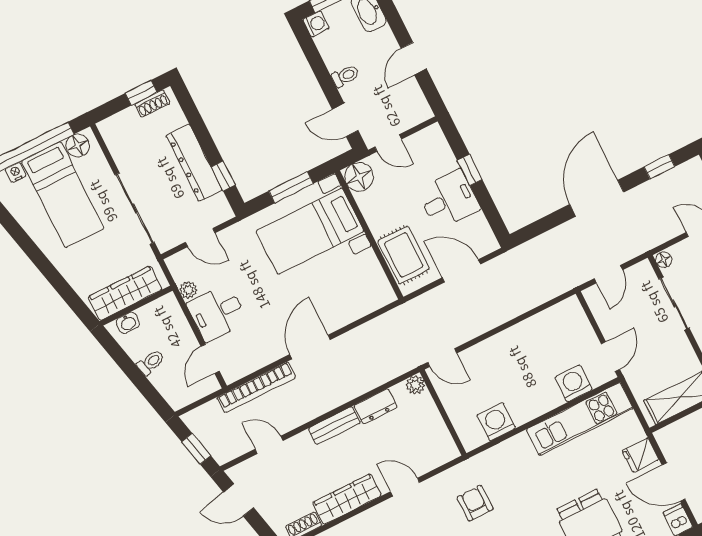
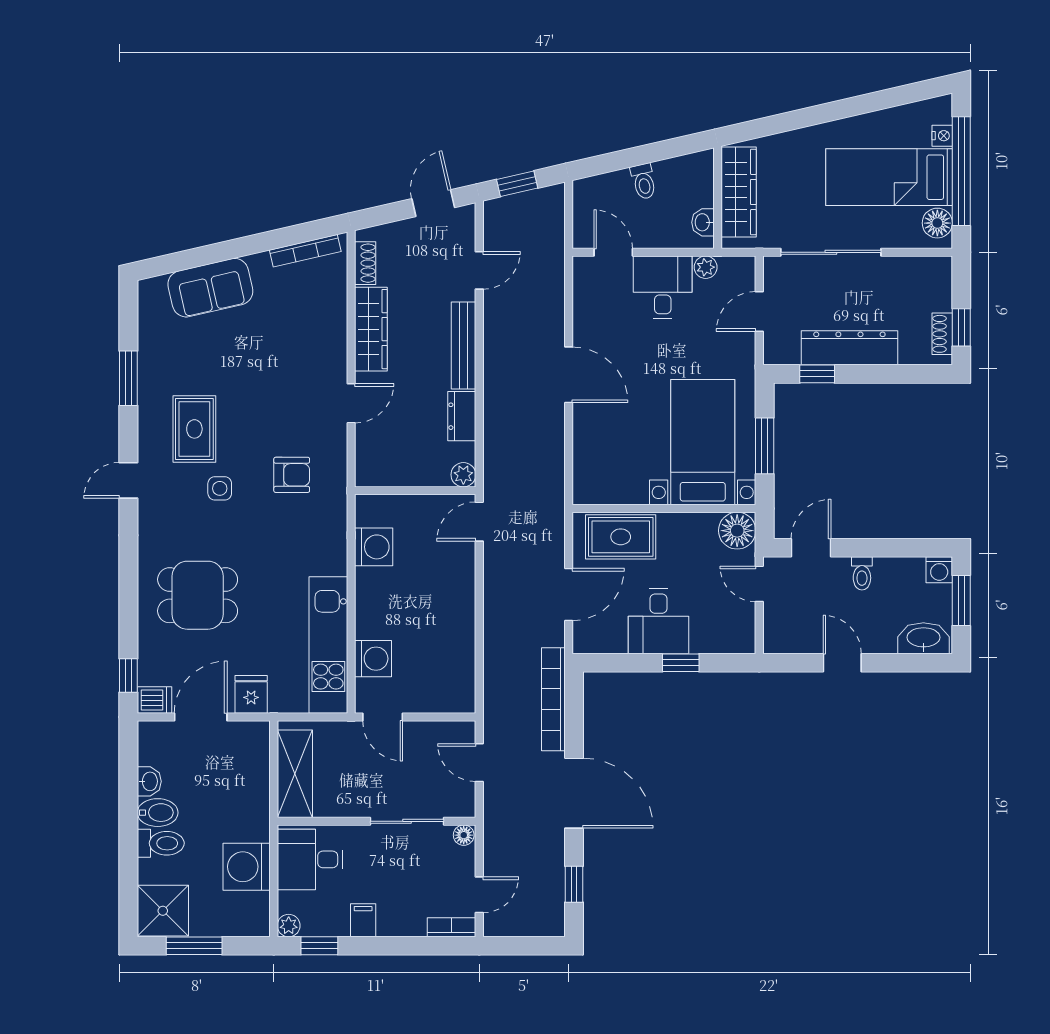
door: (388, 143) -> (759, 584), hinge flipped
washbasin: (128, 323) -> (703, 222), moved
bookcase: (256, 387) -> (553, 699), moved
bench: (334, 426) -> (463, 345), width x1.36

